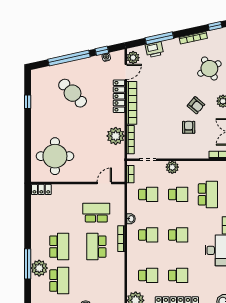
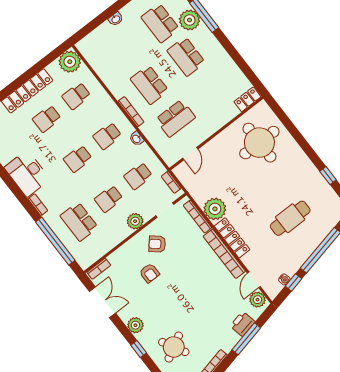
cafe table: (73, 93) -> (290, 218), turned -46
locker: (119, 96) -> (232, 238), moved
armchair: (196, 105) -> (157, 244), moved
school desk: (96, 247) -> (149, 85), turned 180

